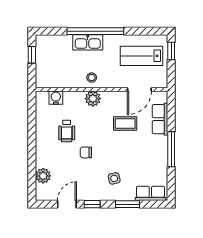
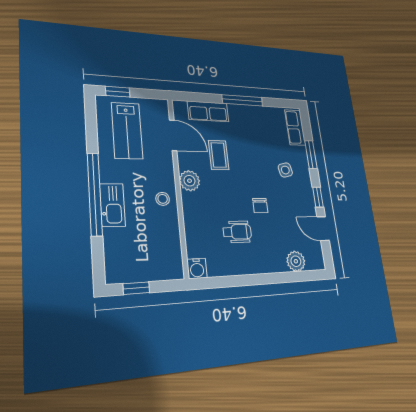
water cooler: (56, 98) -> (197, 269), moved, turned -90
plant: (93, 99) -> (190, 181), moved

